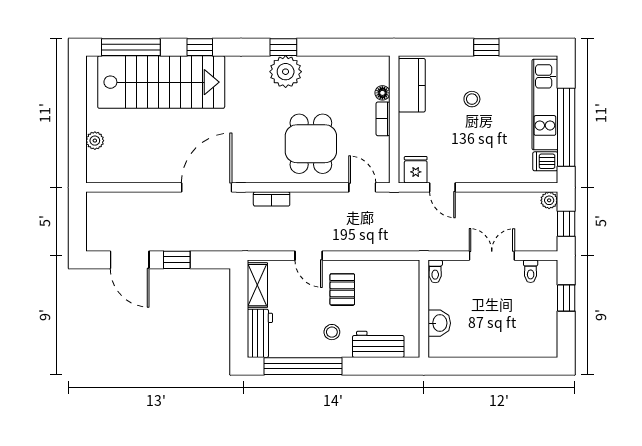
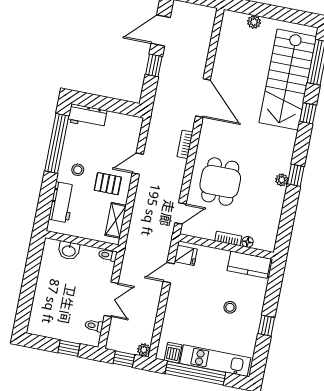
plant: (286, 72) -> (282, 180), width x0.53, depth x0.53
dining table: (311, 144) -> (220, 182), turned 90
shelving: (257, 285) -> (116, 220), moved, turned 90

